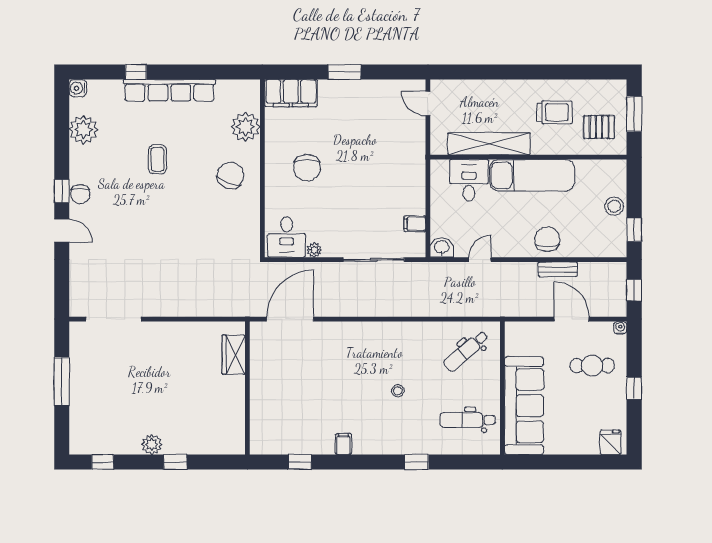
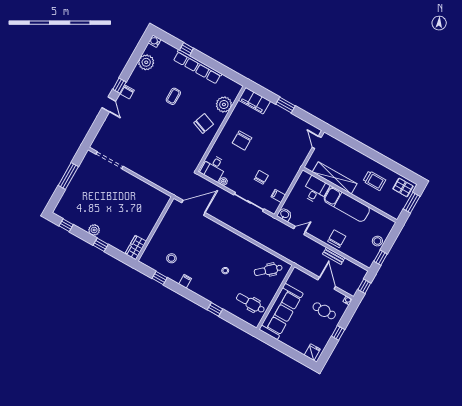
pallet: (599, 127) -> (403, 187), moved
chair: (371, 209) -> (261, 177), added
wardrobe: (234, 355) -> (136, 247), moved
stool: (301, 420) -> (171, 258), added

